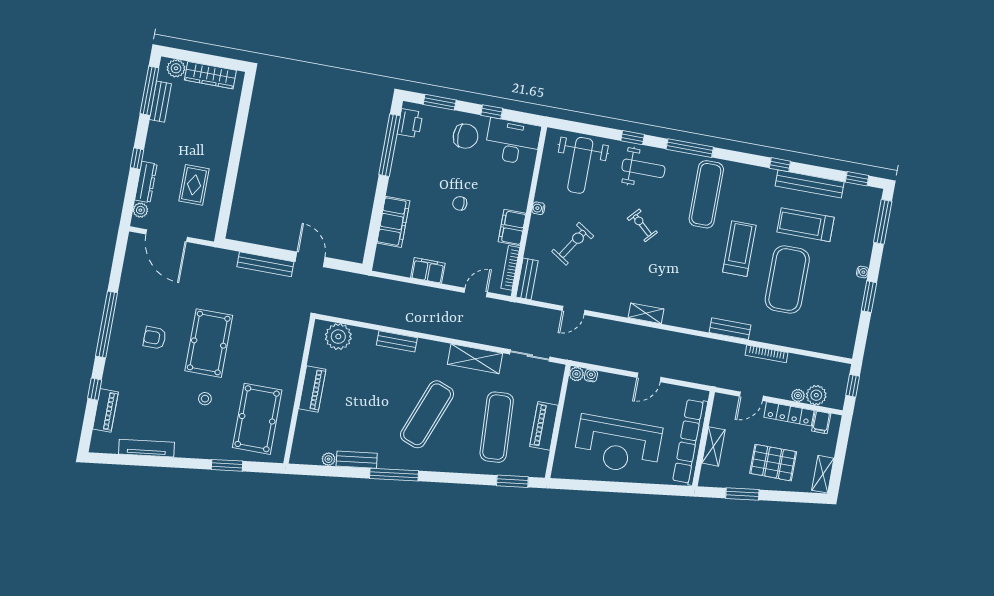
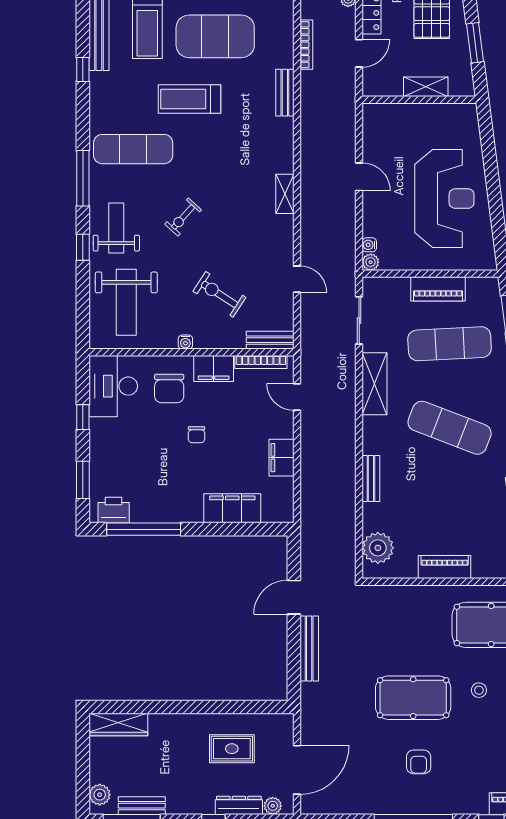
wardrobe: (210, 75) -> (118, 725), moved, turned 90
chair: (466, 136) -> (169, 388), moved, turned 180
weight bench: (580, 165) -> (126, 302), turned 90
door: (751, 396) -> (359, 53), hinge flipped
row of seats: (690, 442) -> (425, 115), removed

